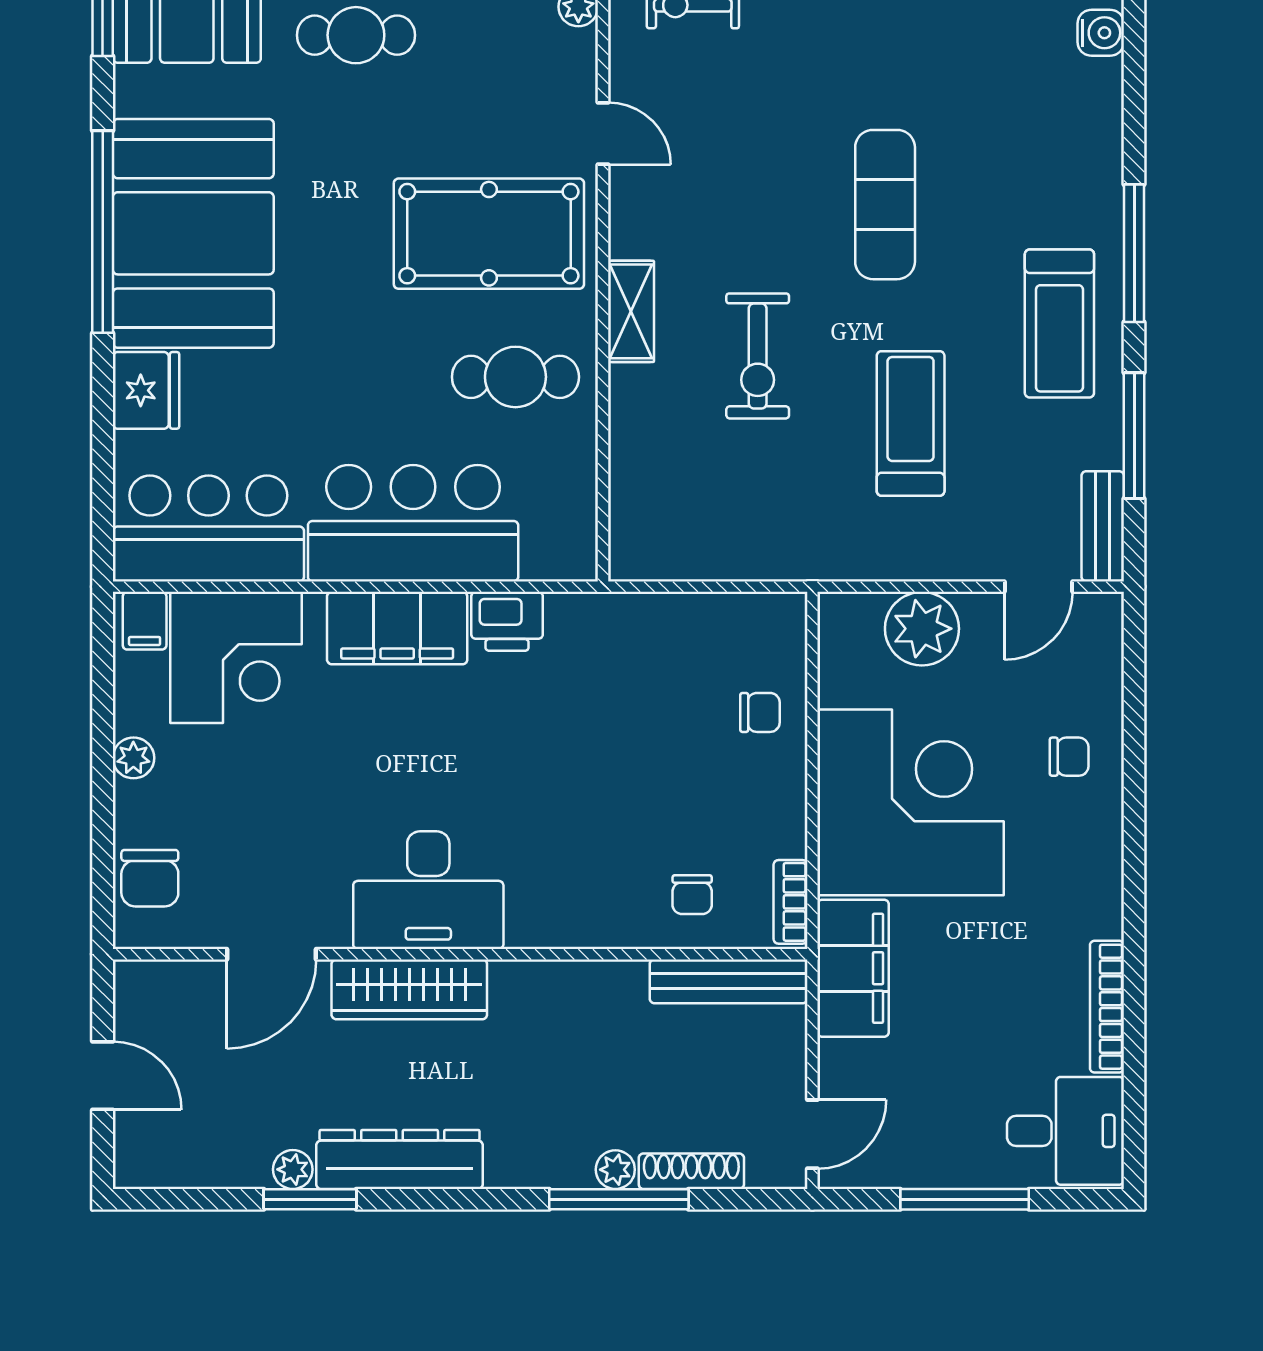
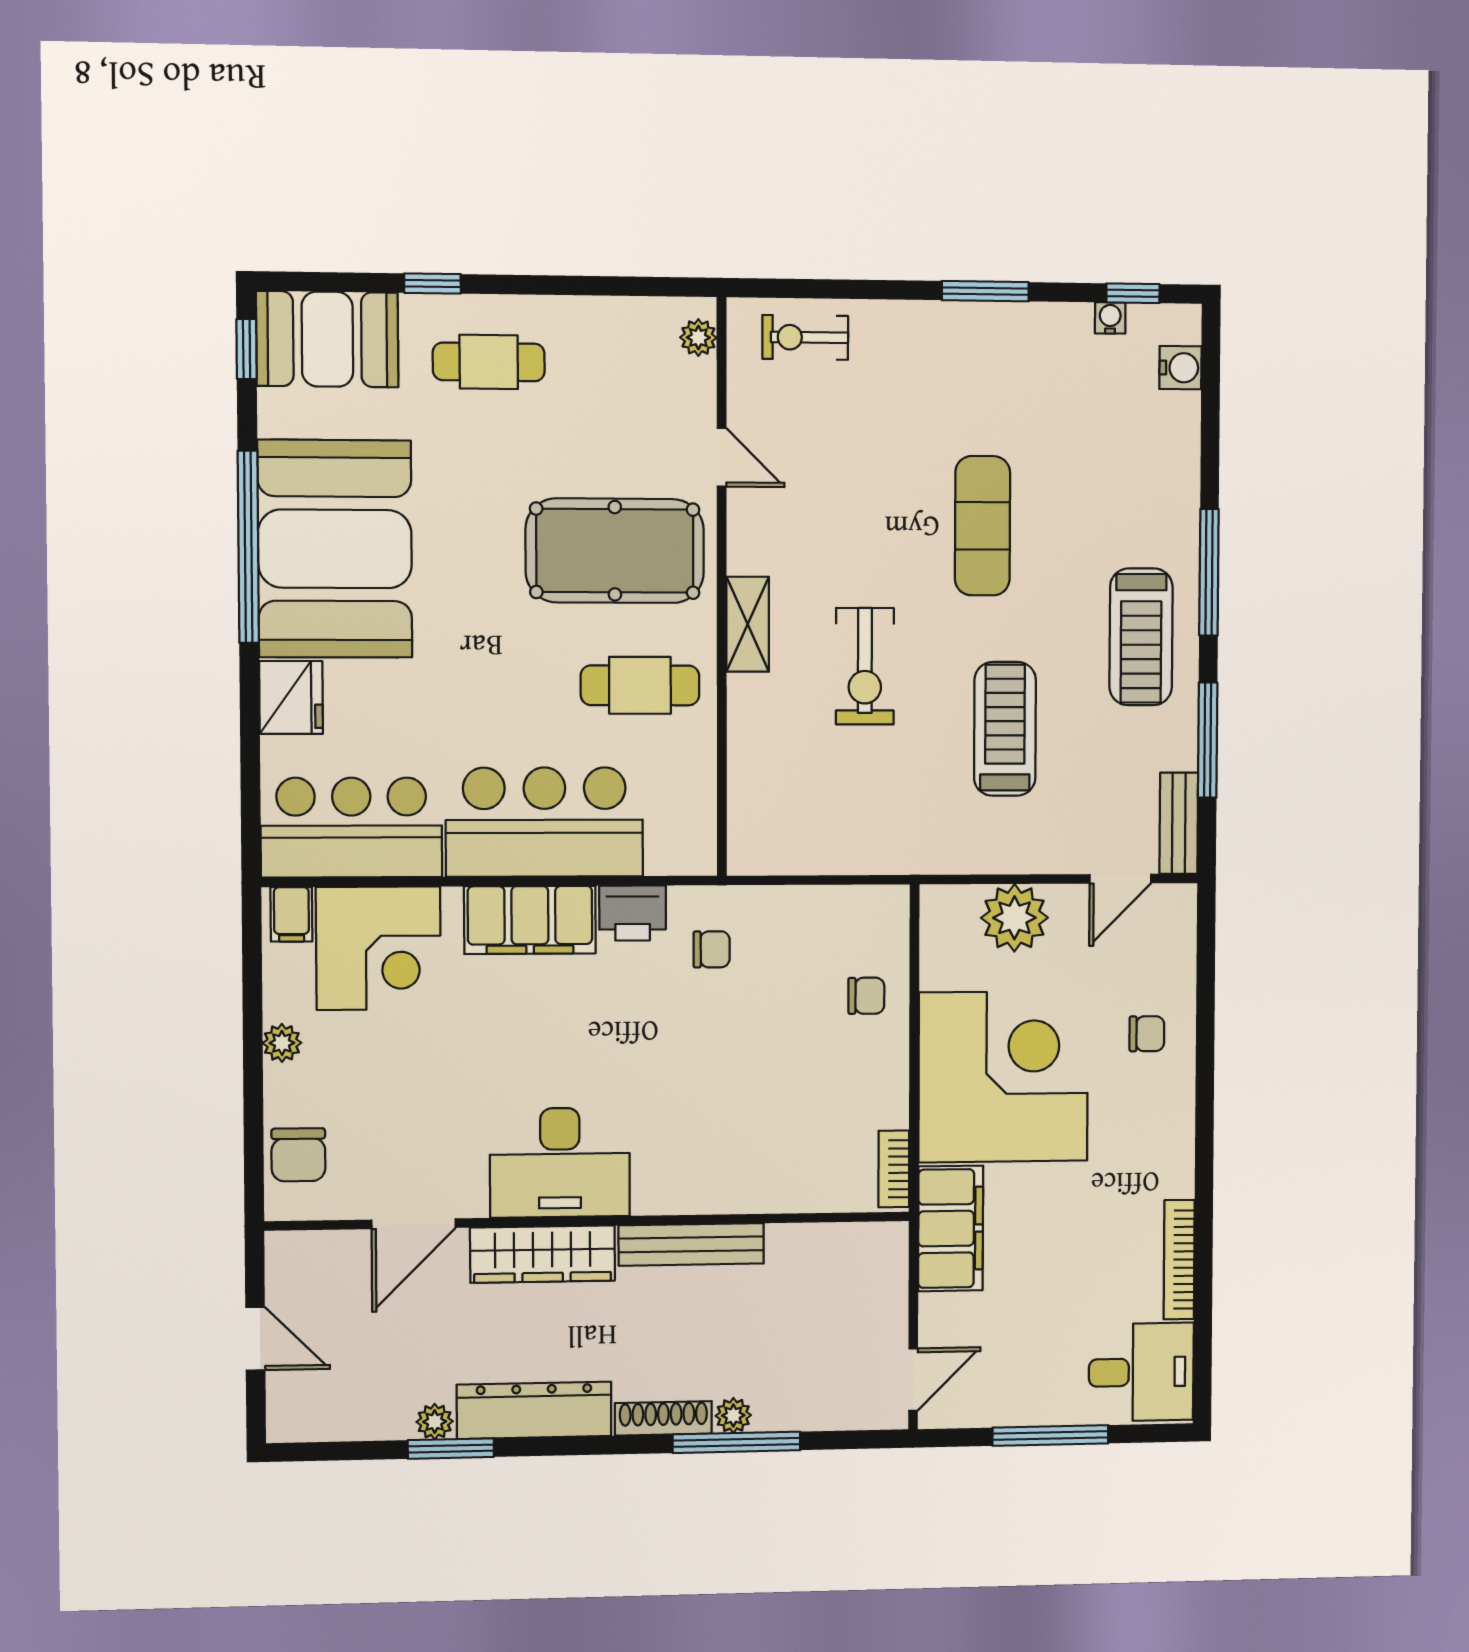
chair: (692, 895) -> (712, 949), moved, turned -90
bench: (729, 981) -> (691, 1244), moved
shoe rack: (691, 1171) -> (663, 1418), moved

